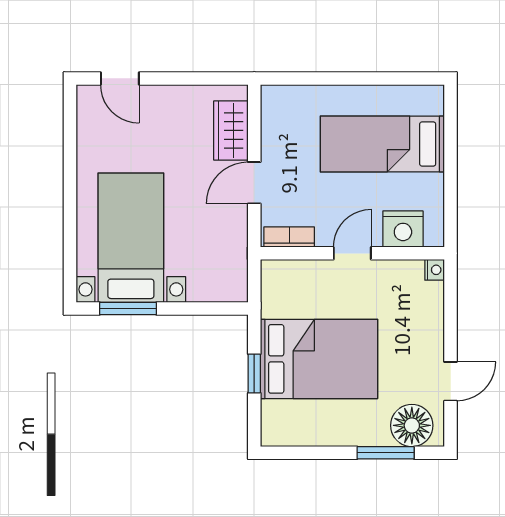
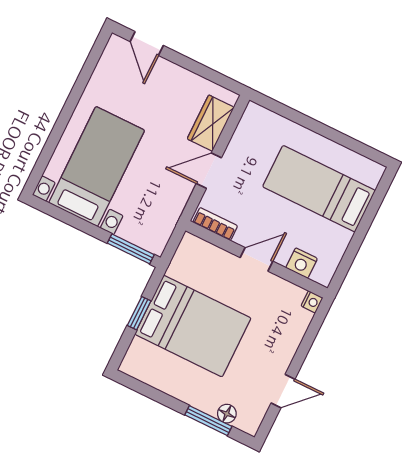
nightstand: (403, 229) -> (302, 263), width x0.74, depth x0.75
window: (128, 309) -> (131, 249), moved
floor lamp: (412, 425) -> (227, 414), width x0.53, depth x0.53

